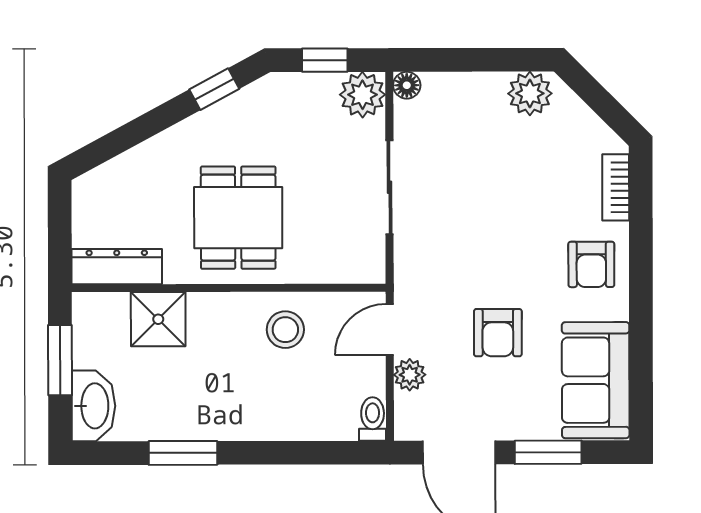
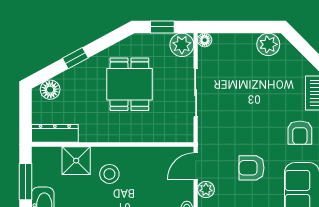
window: (214, 89) -> (75, 58), moved
floor lamp: (108, 182) -> (50, 90), added
dining table: (238, 218) -> (129, 84), moved
stool: (285, 330) -> (109, 174), moved
armchair: (498, 333) -> (252, 168), turned 90

